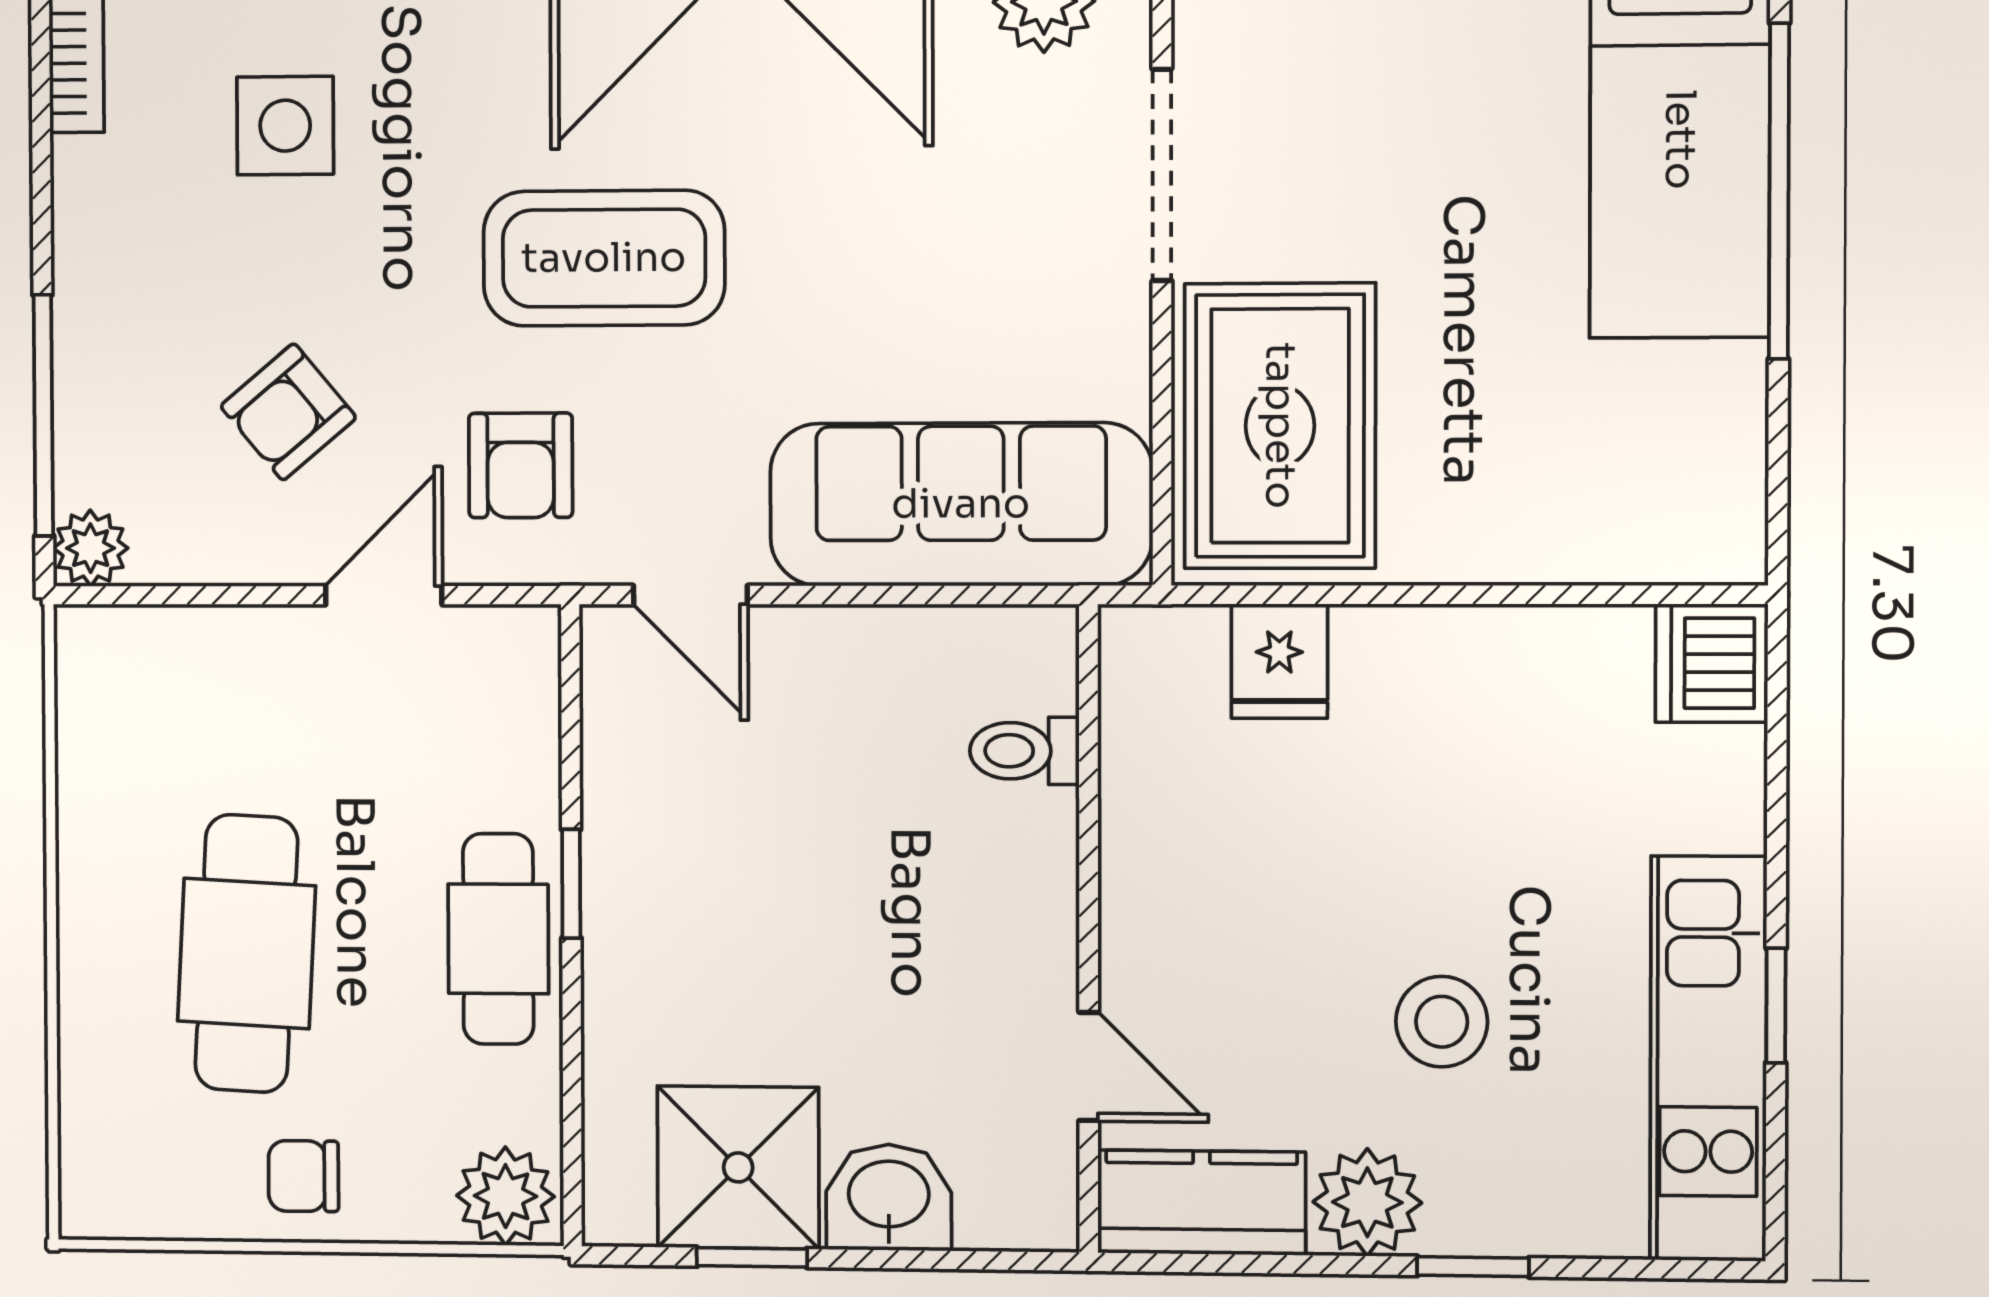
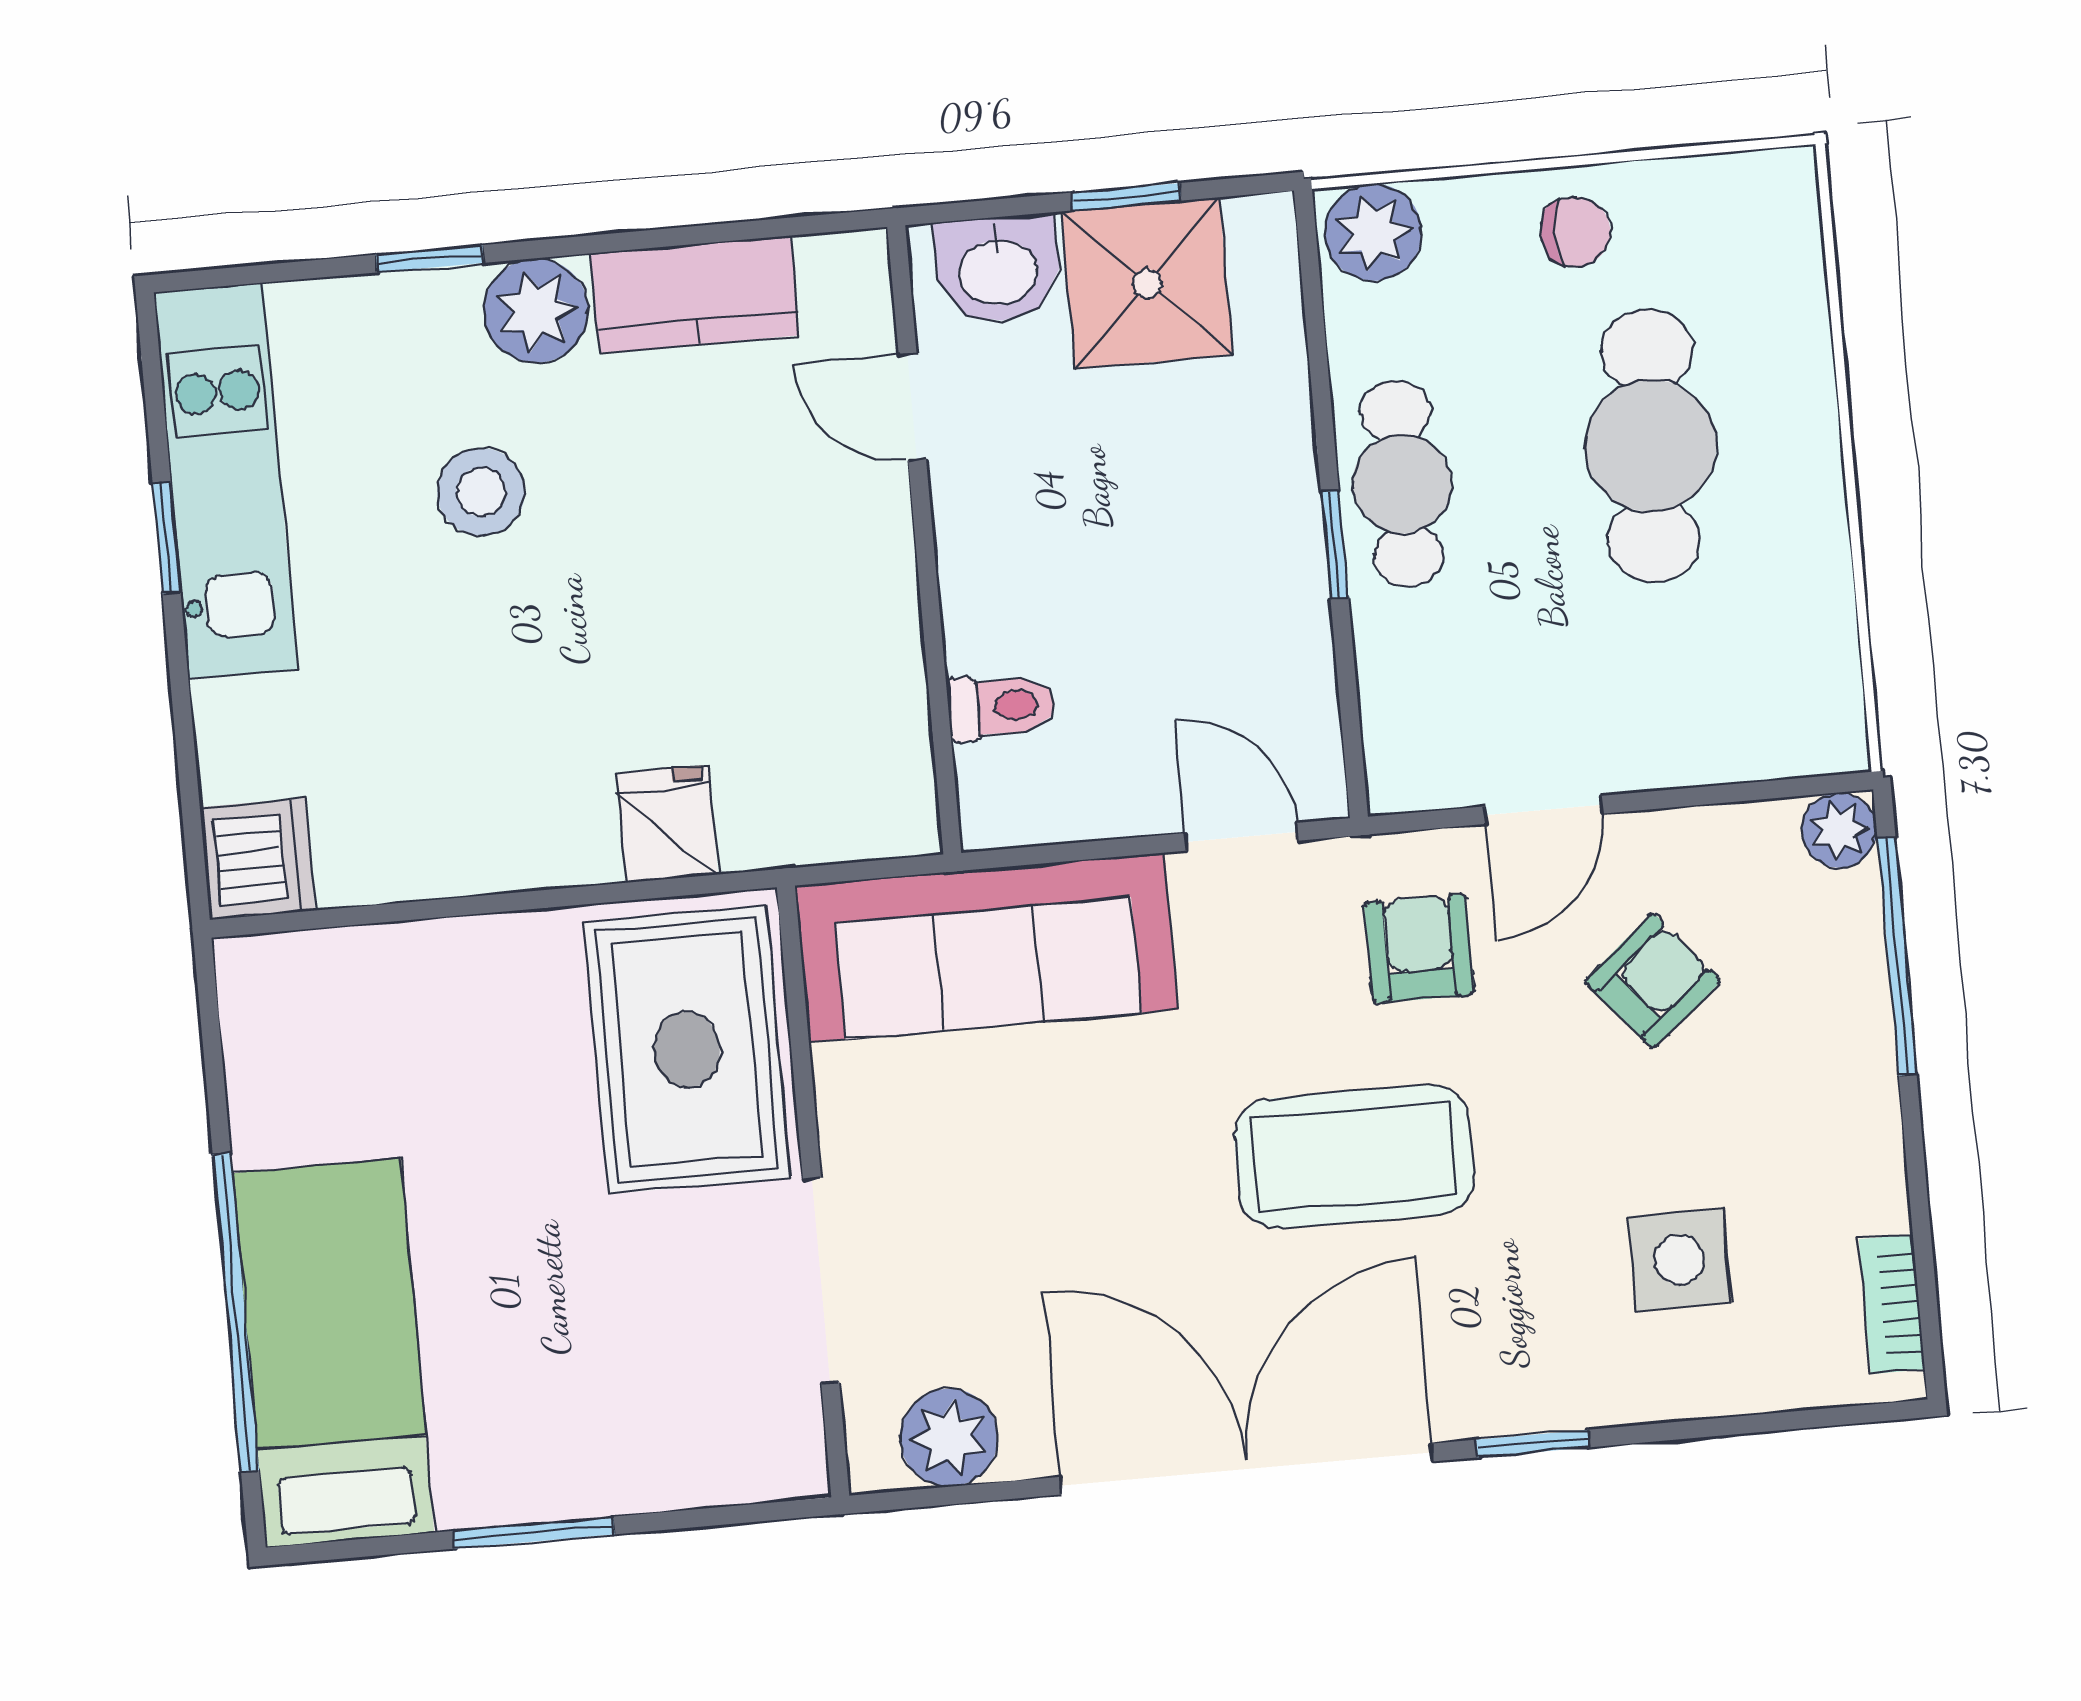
toilet: (1024, 751) -> (1001, 707), moved
wall: (1089, 929) -> (924, 540), moved
door: (1089, 1066) -> (912, 407), moved

